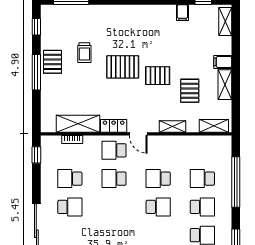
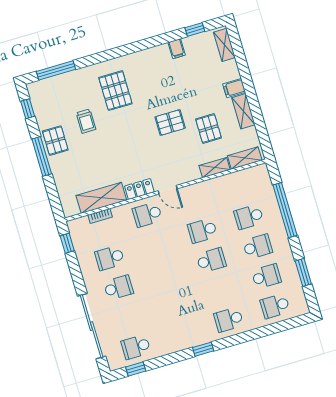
pallet: (123, 67) -> (115, 91), moved, turned 90
shelving: (173, 127) -> (215, 168), moved
school desk: (114, 179) -> (156, 244), removed

